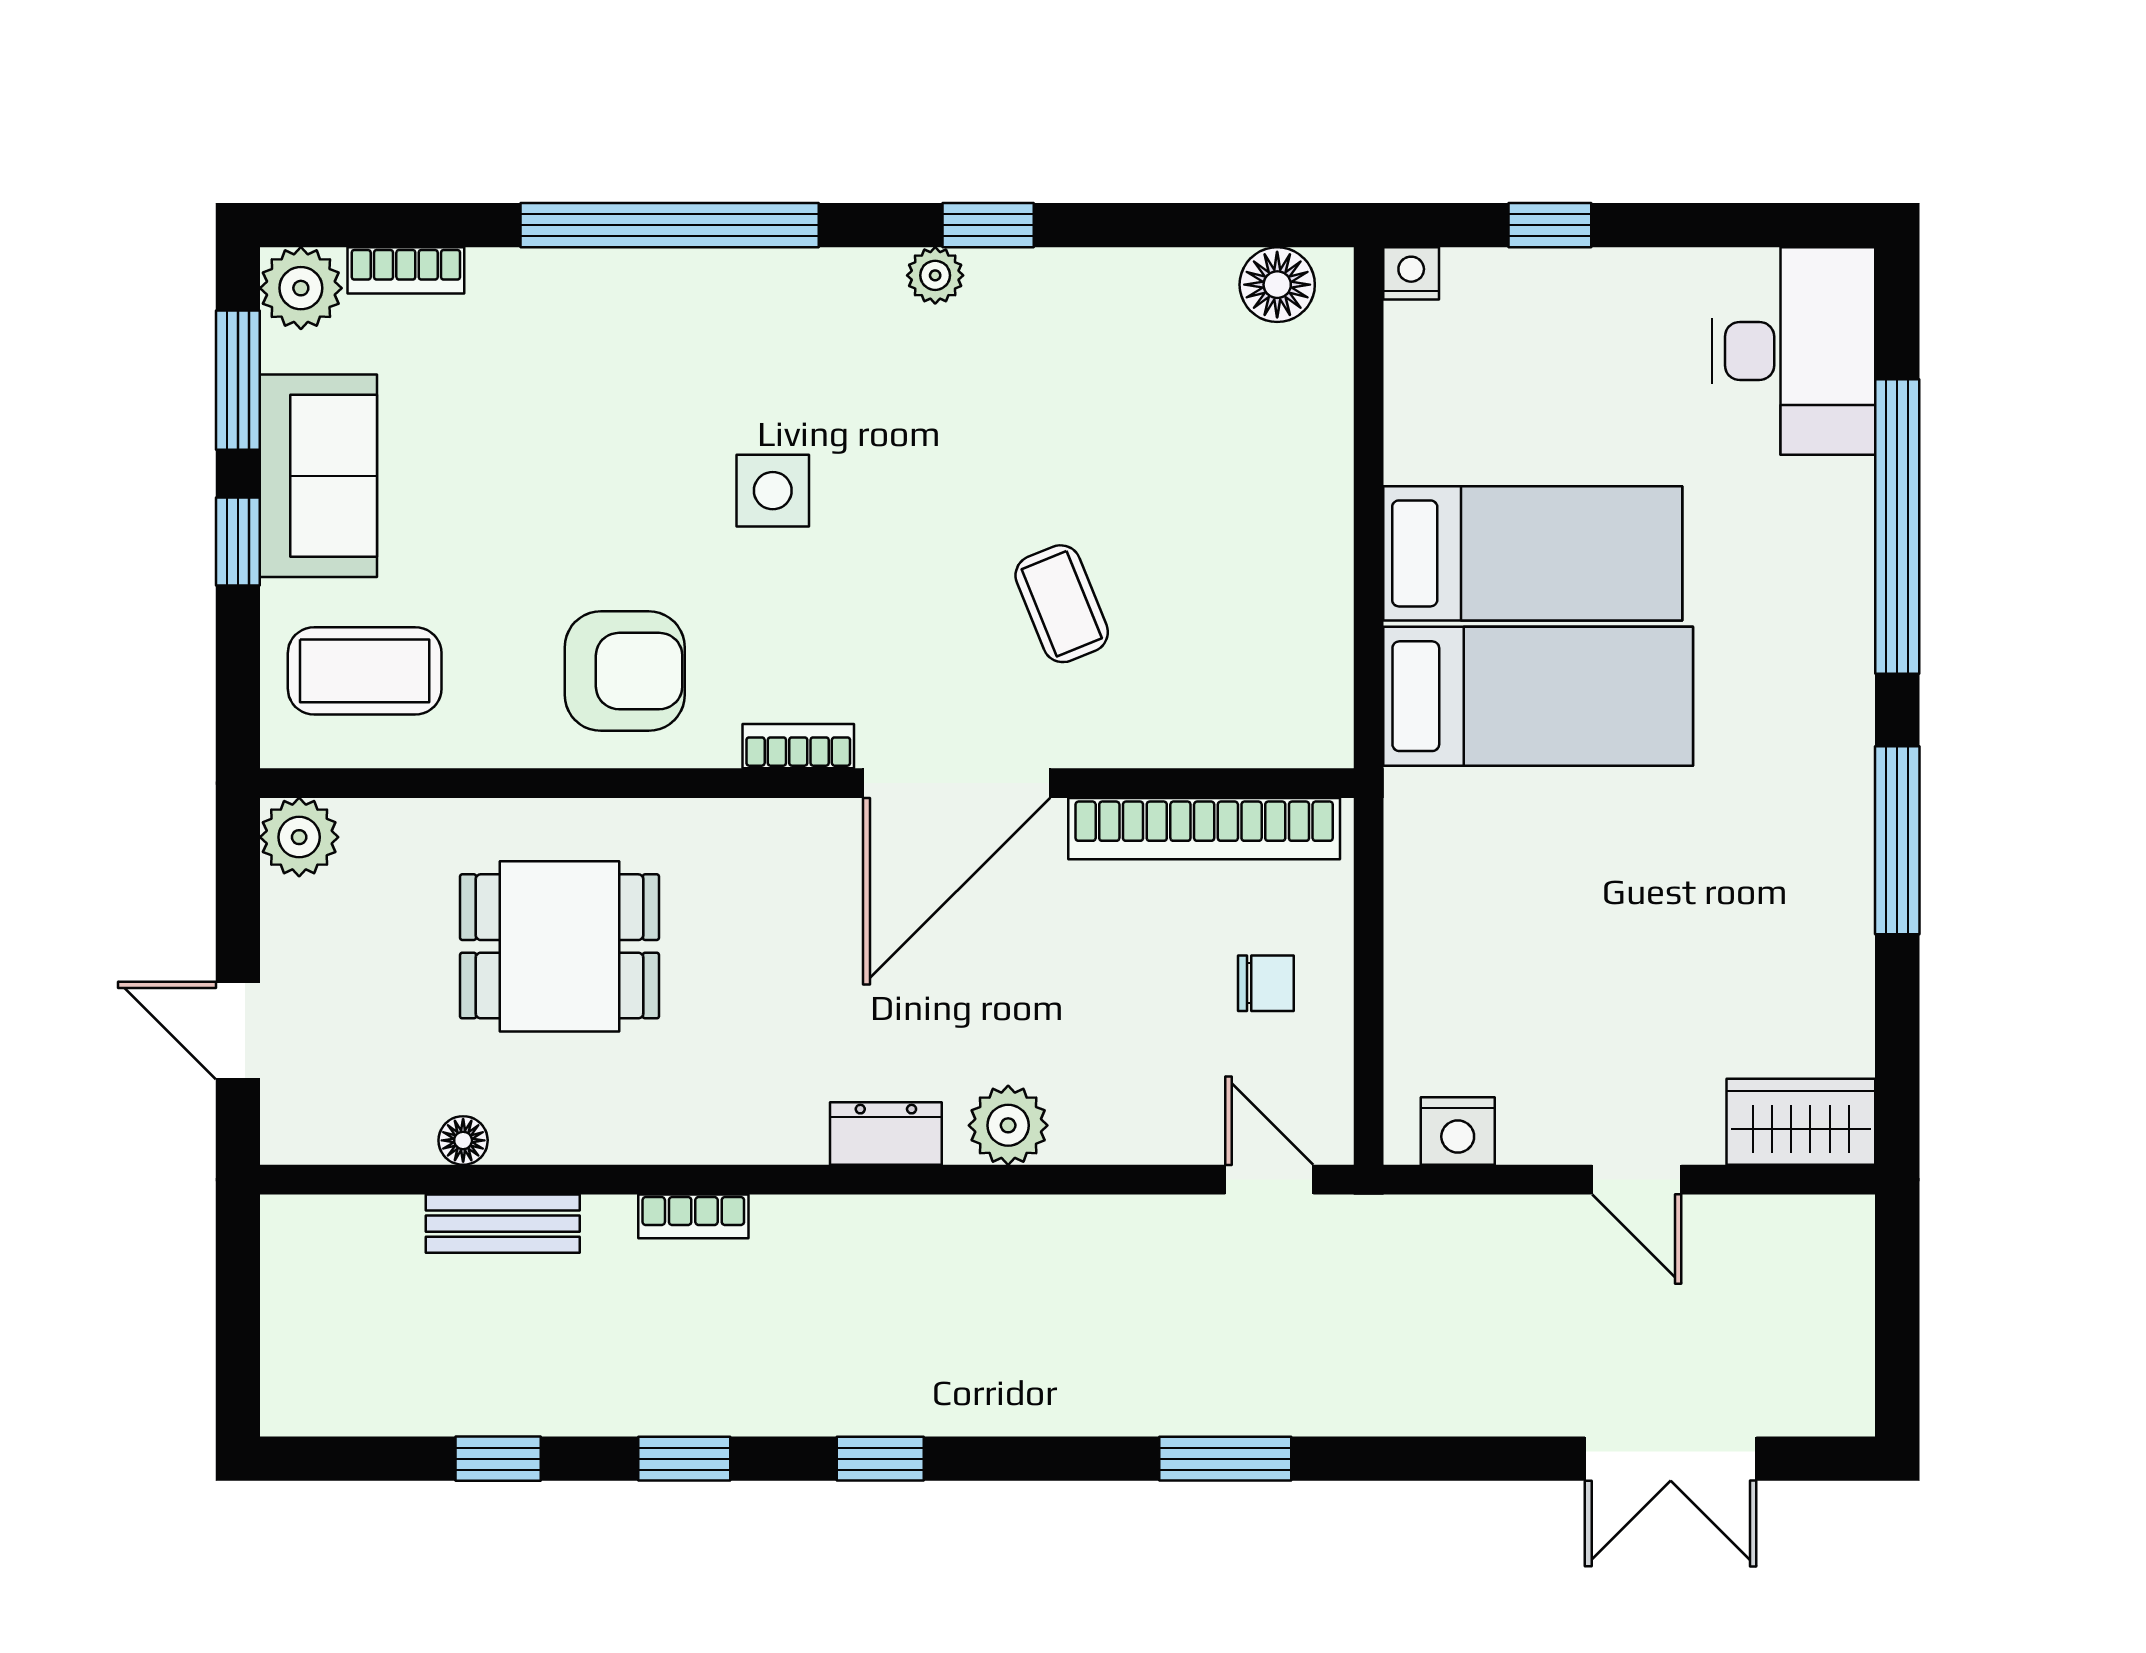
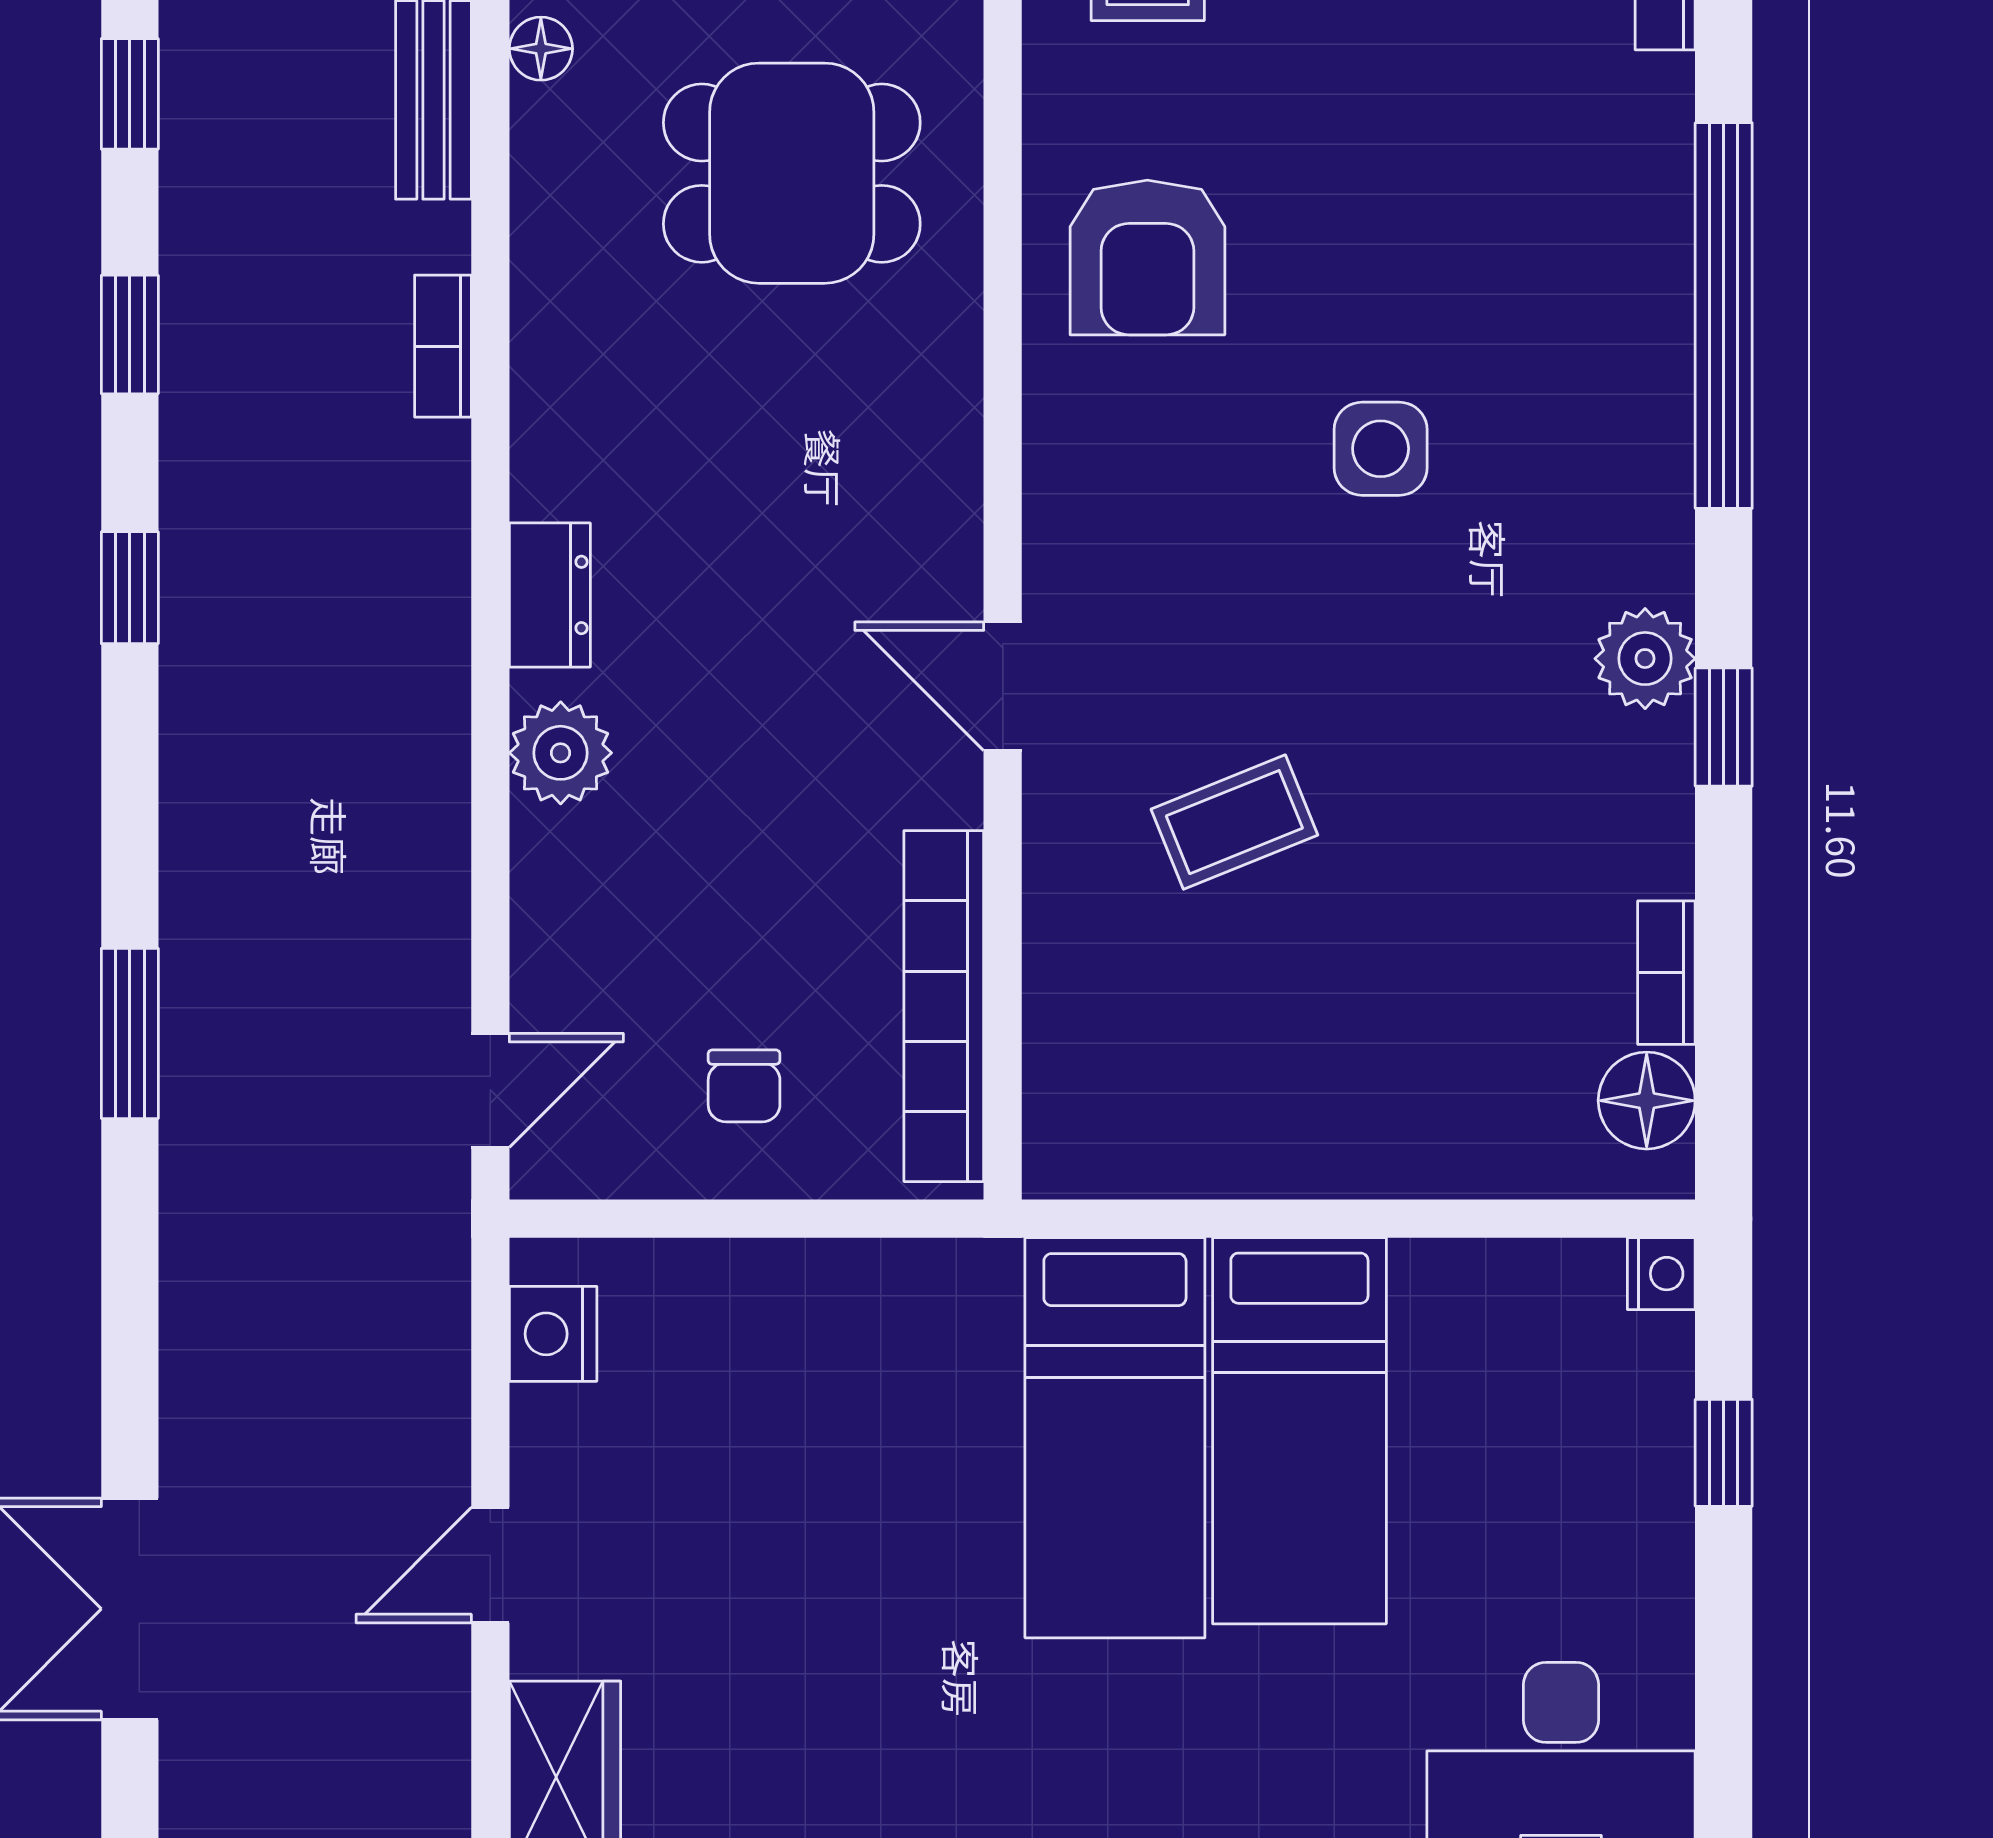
plant: (935, 275) -> (1645, 659), width x1.38, depth x1.38
bookcase: (798, 746) -> (1666, 973), moved, turned 180
door: (957, 783) -> (1003, 686), width x0.53
dining table: (559, 946) -> (792, 173), turned 90

